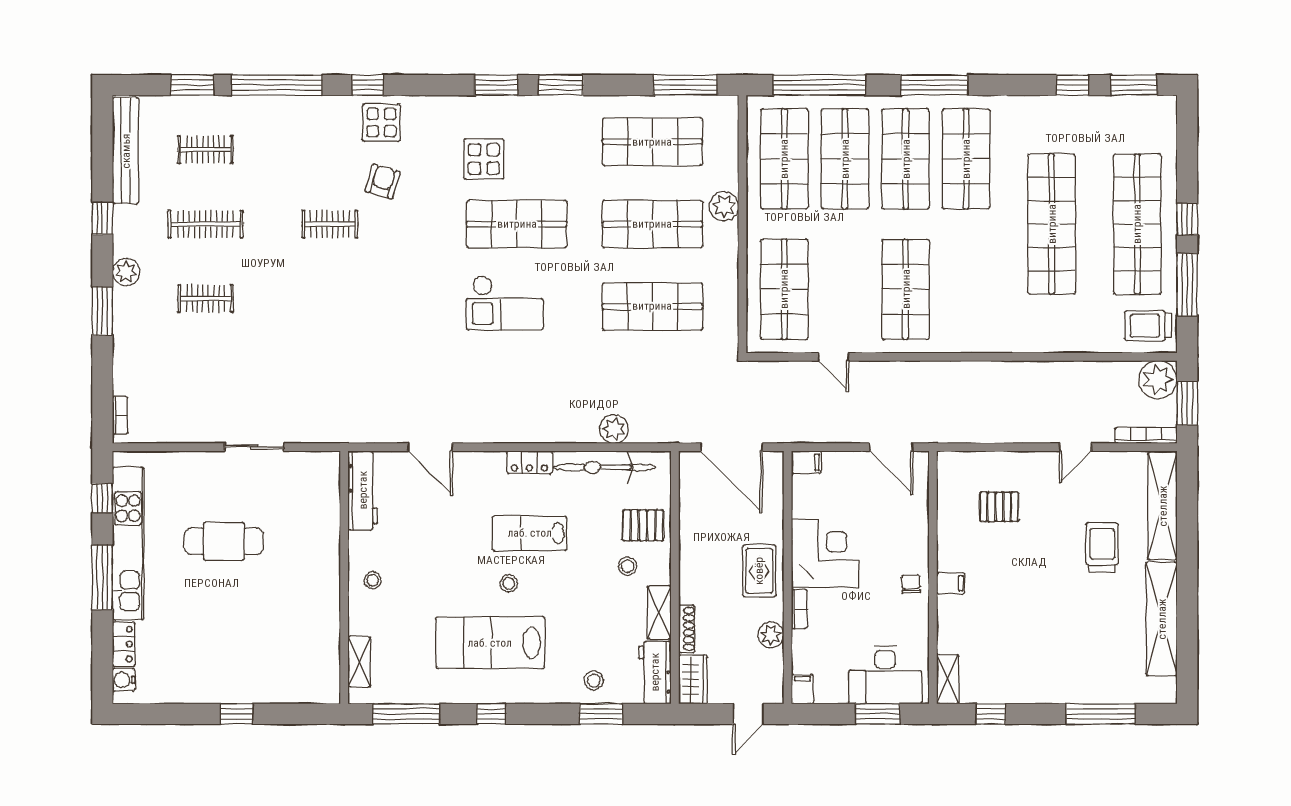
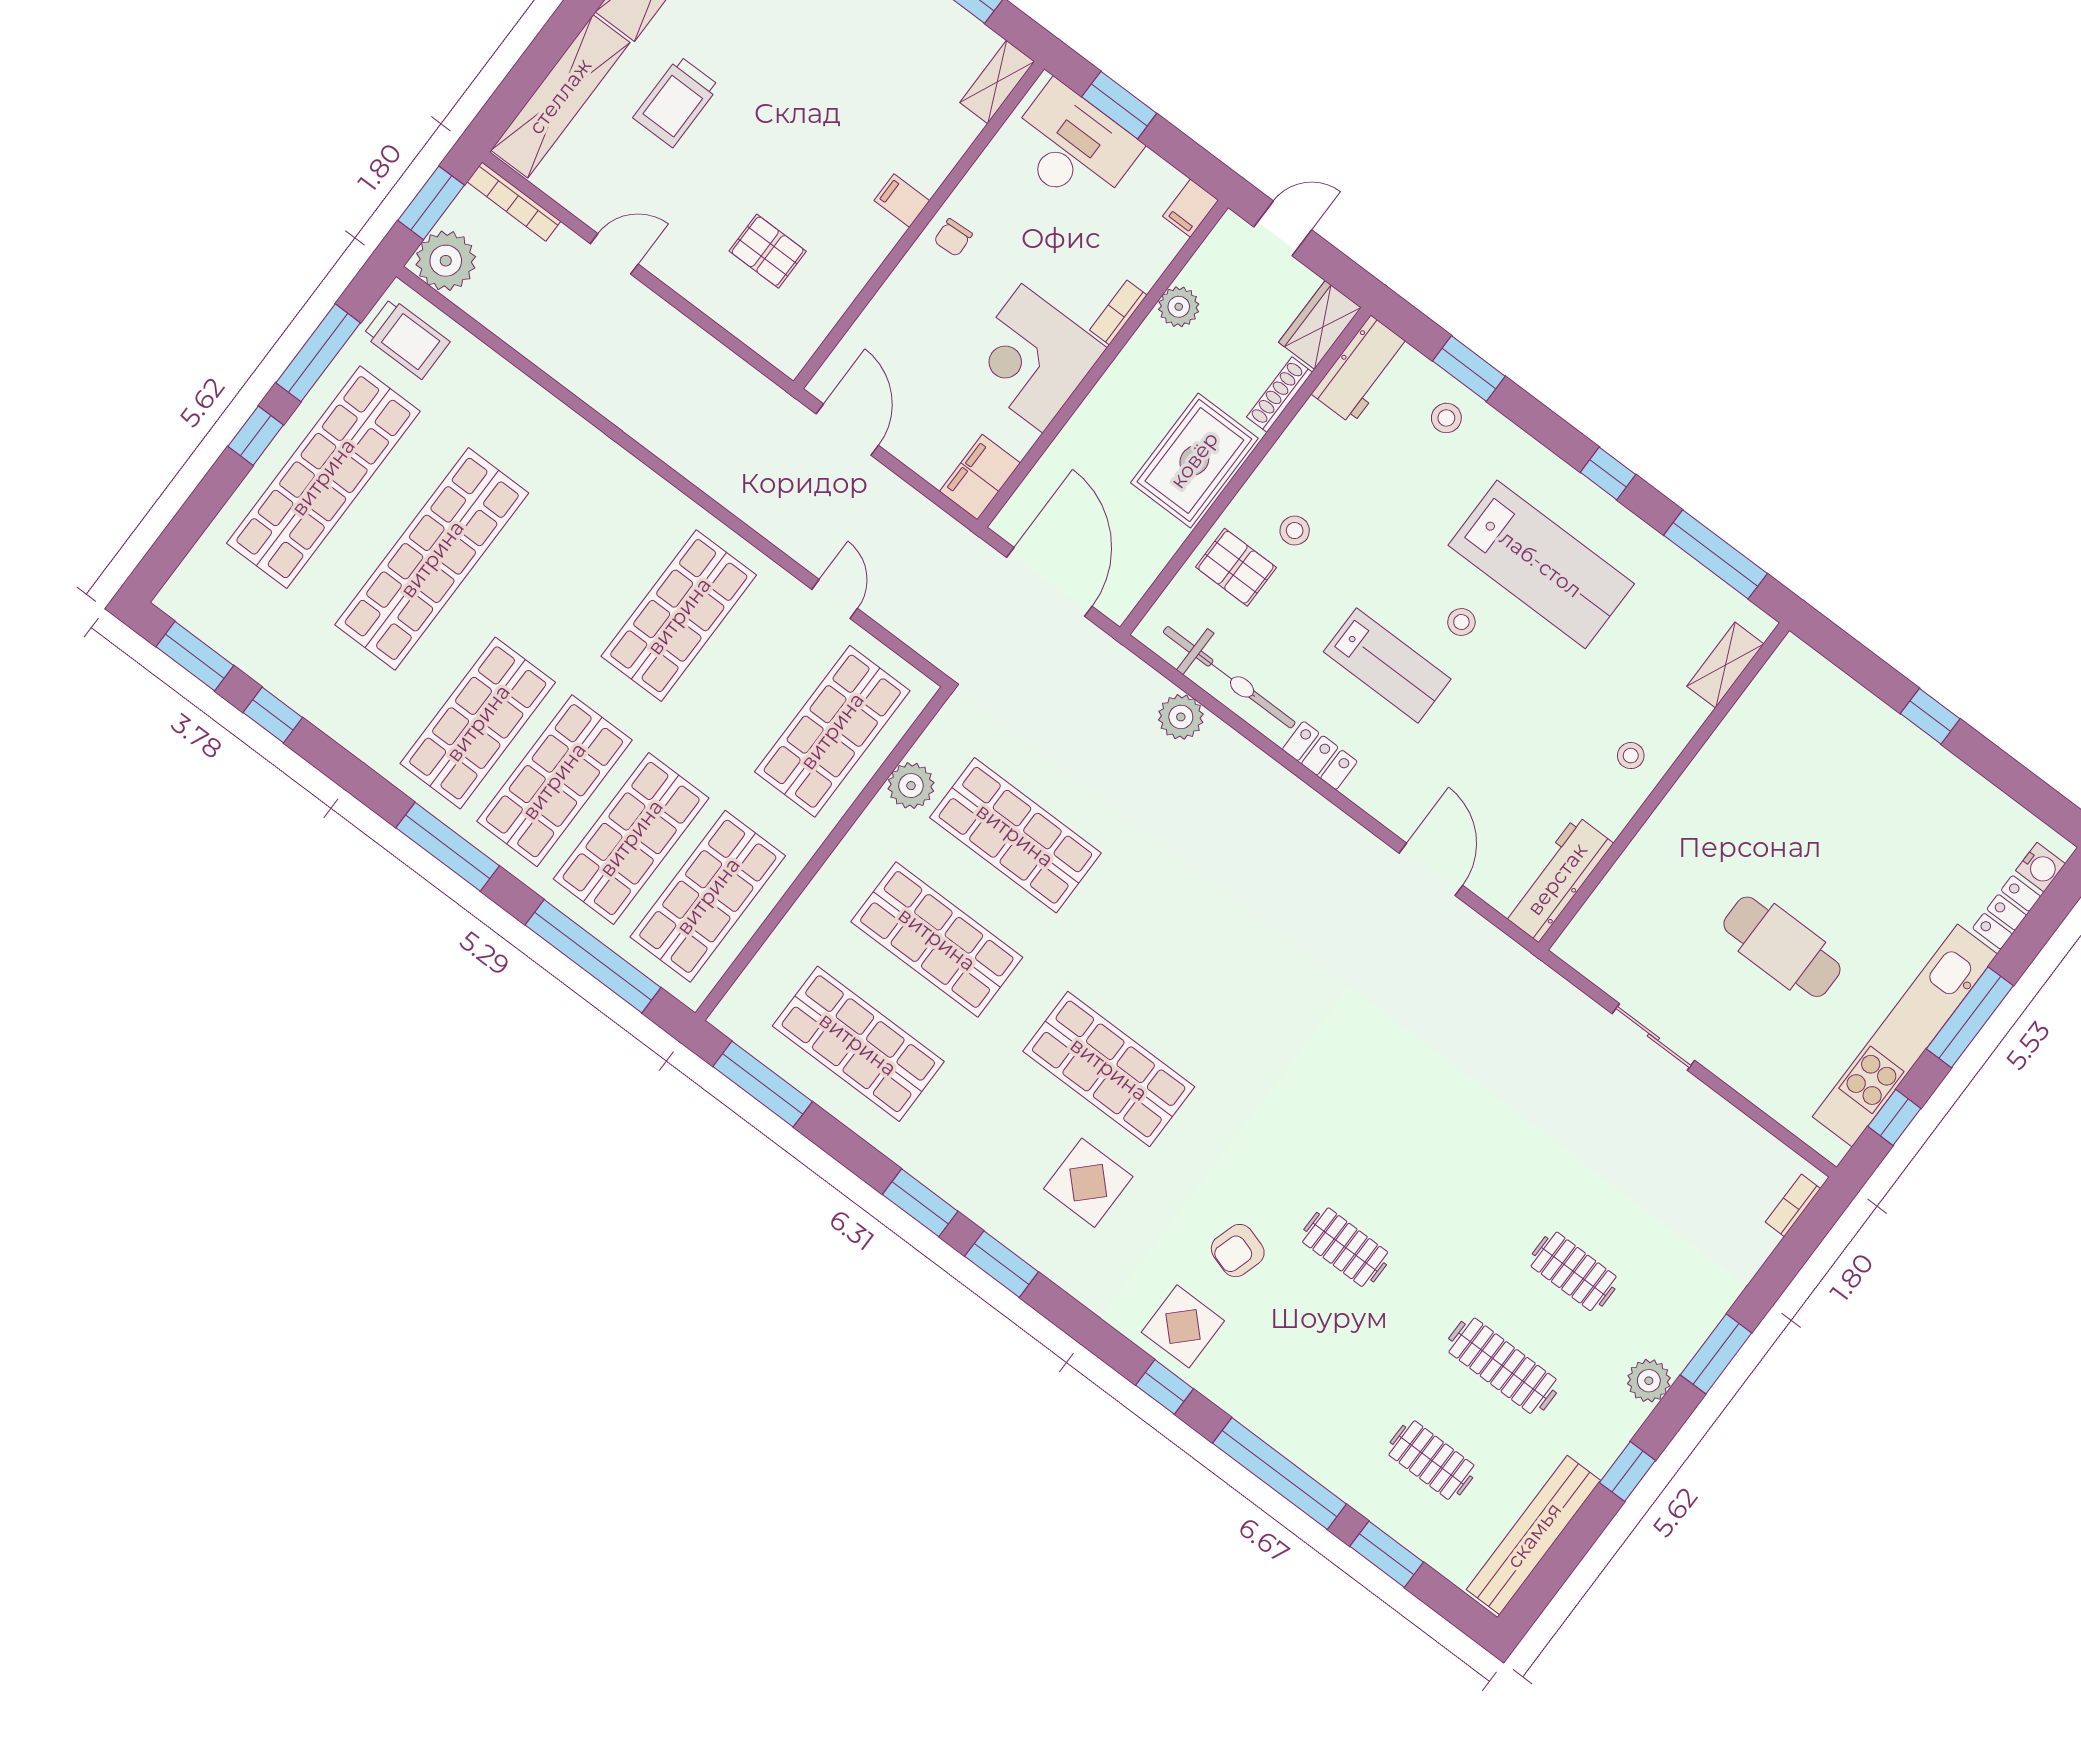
plant: (724, 206) -> (911, 786), moved
checkout: (505, 303) -> (1199, 981), removed
filing cabinet: (806, 462) -> (980, 477), width x2.00
rug: (759, 571) -> (1194, 460), moved, width x1.36, depth x1.43
shelving: (659, 612) -> (1299, 442), removed

